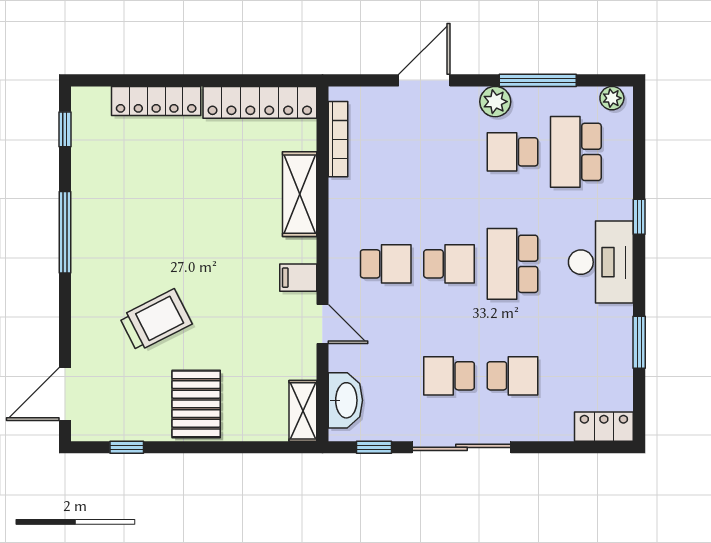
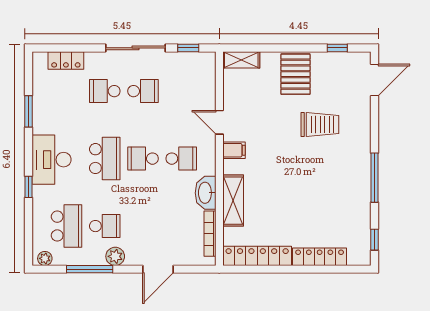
school desk: (386, 264) -> (181, 159), turned 180
trolley: (156, 320) -> (320, 125), turned -153
washbasin: (345, 400) -> (206, 193), moved
shelving: (303, 411) -> (241, 60), moved, turned 90
locker: (604, 427) -> (66, 60), moved

